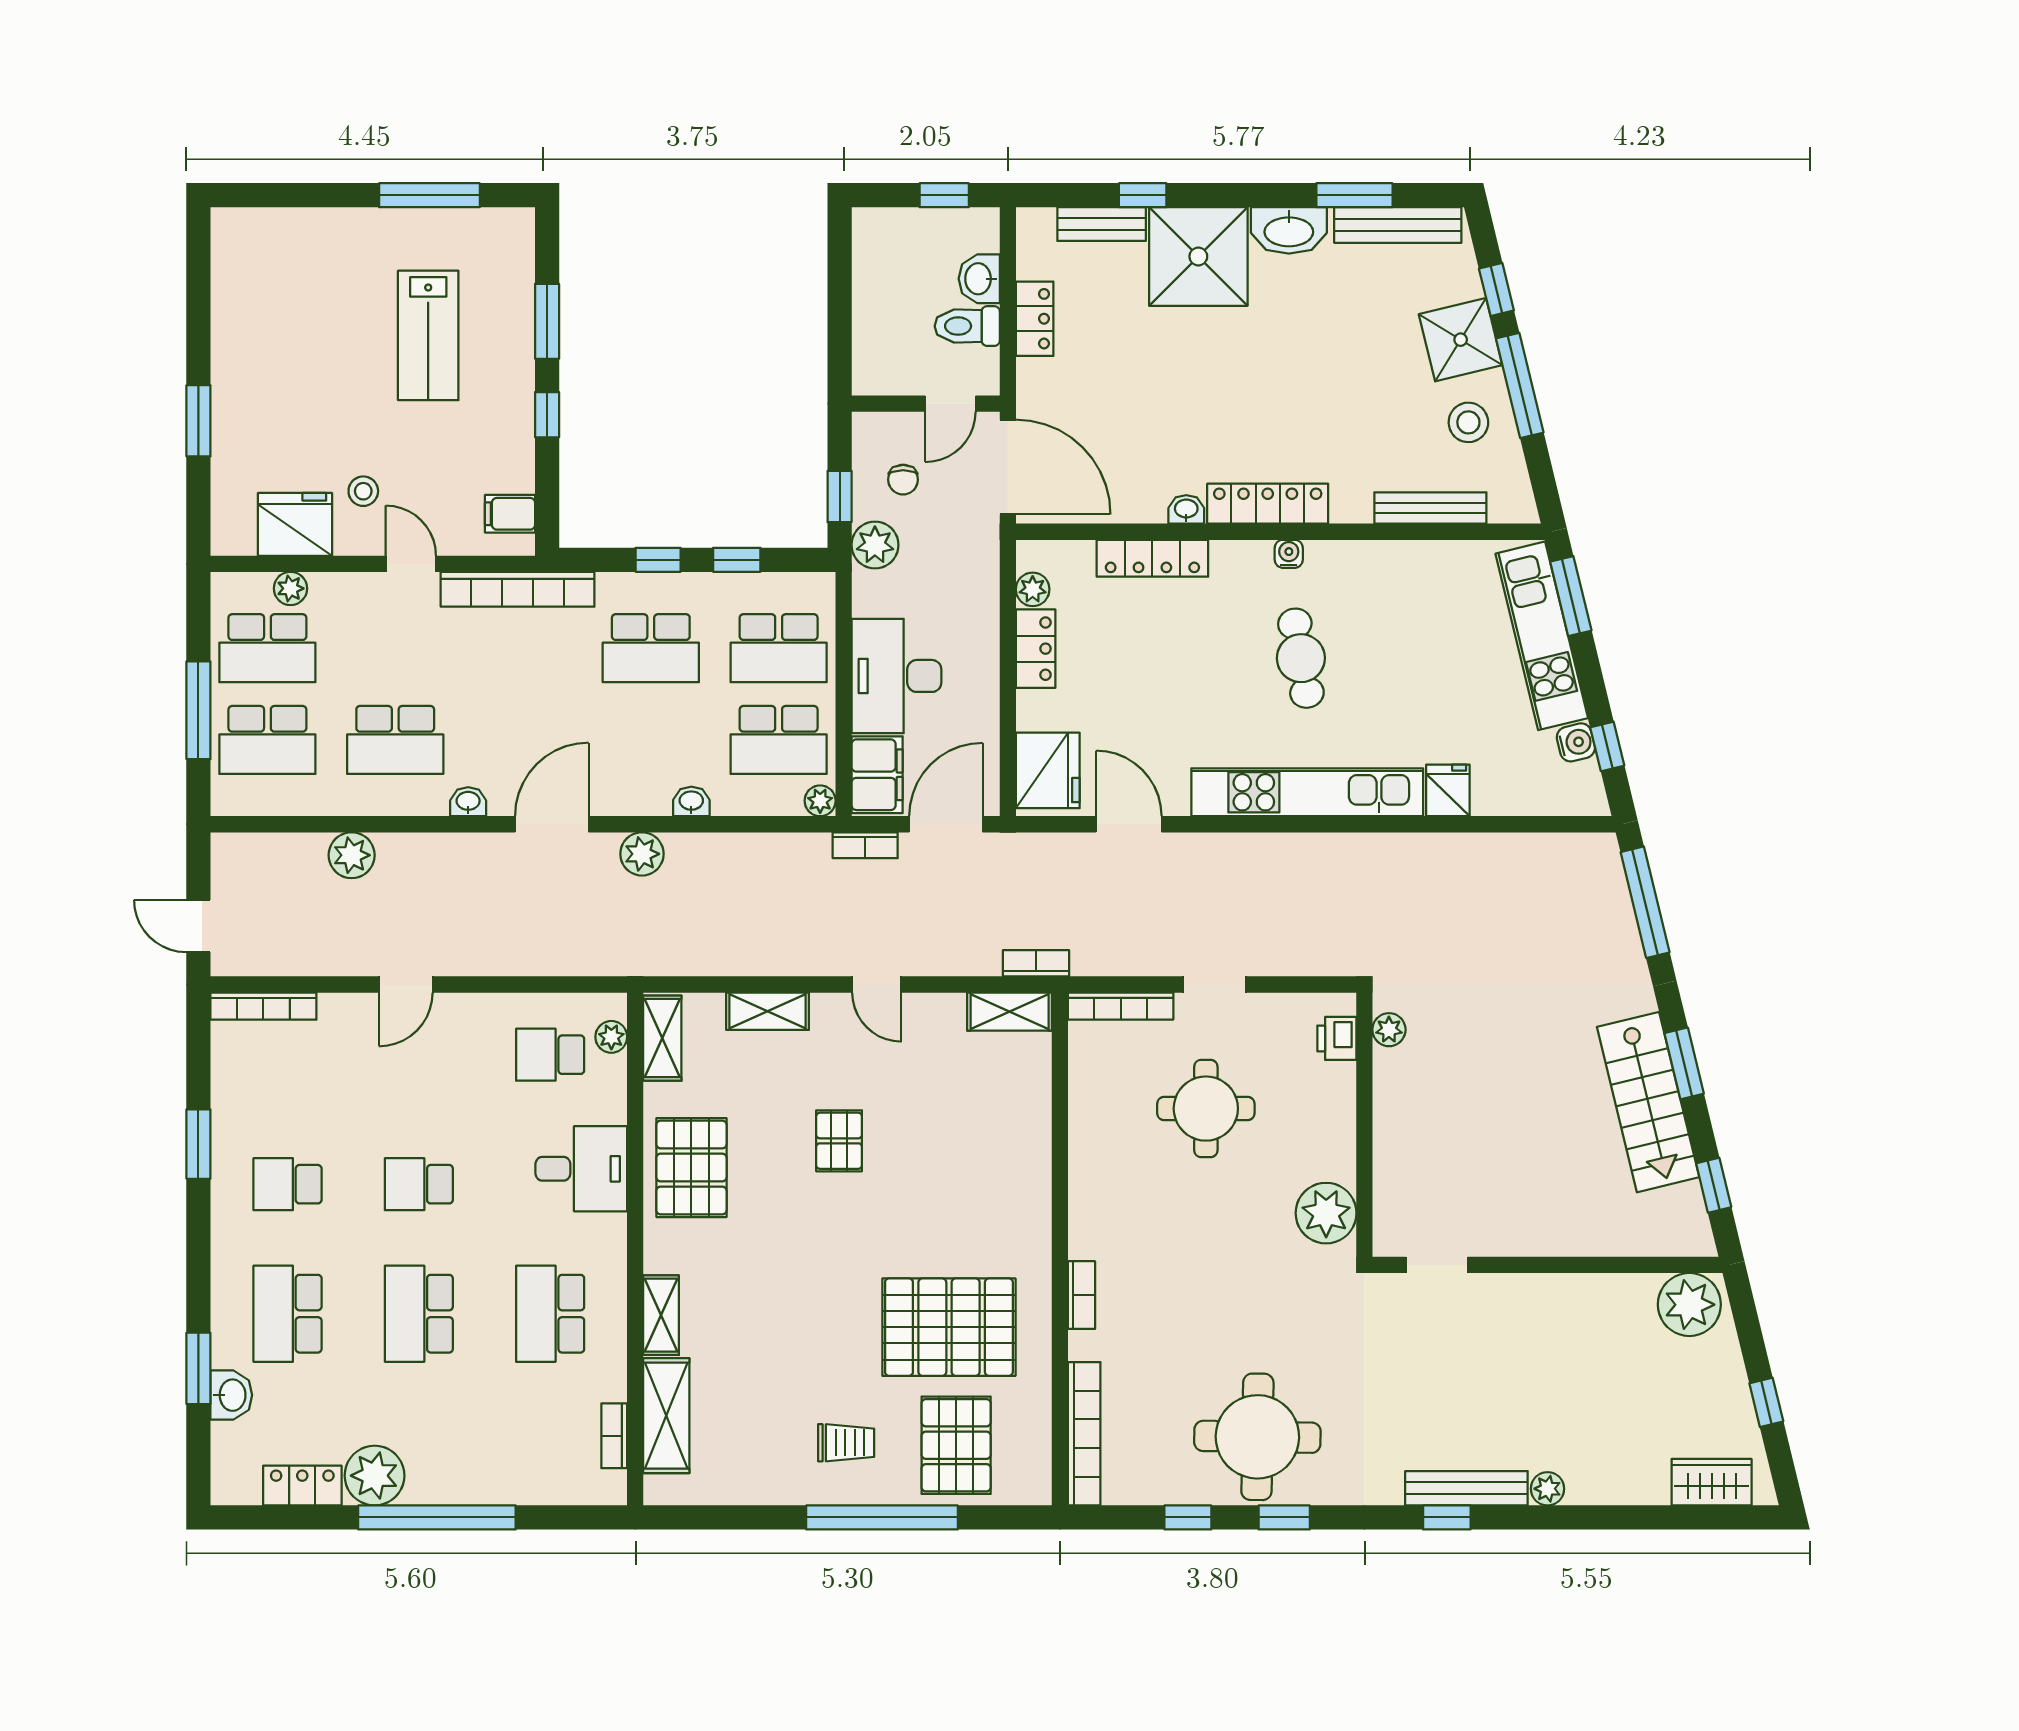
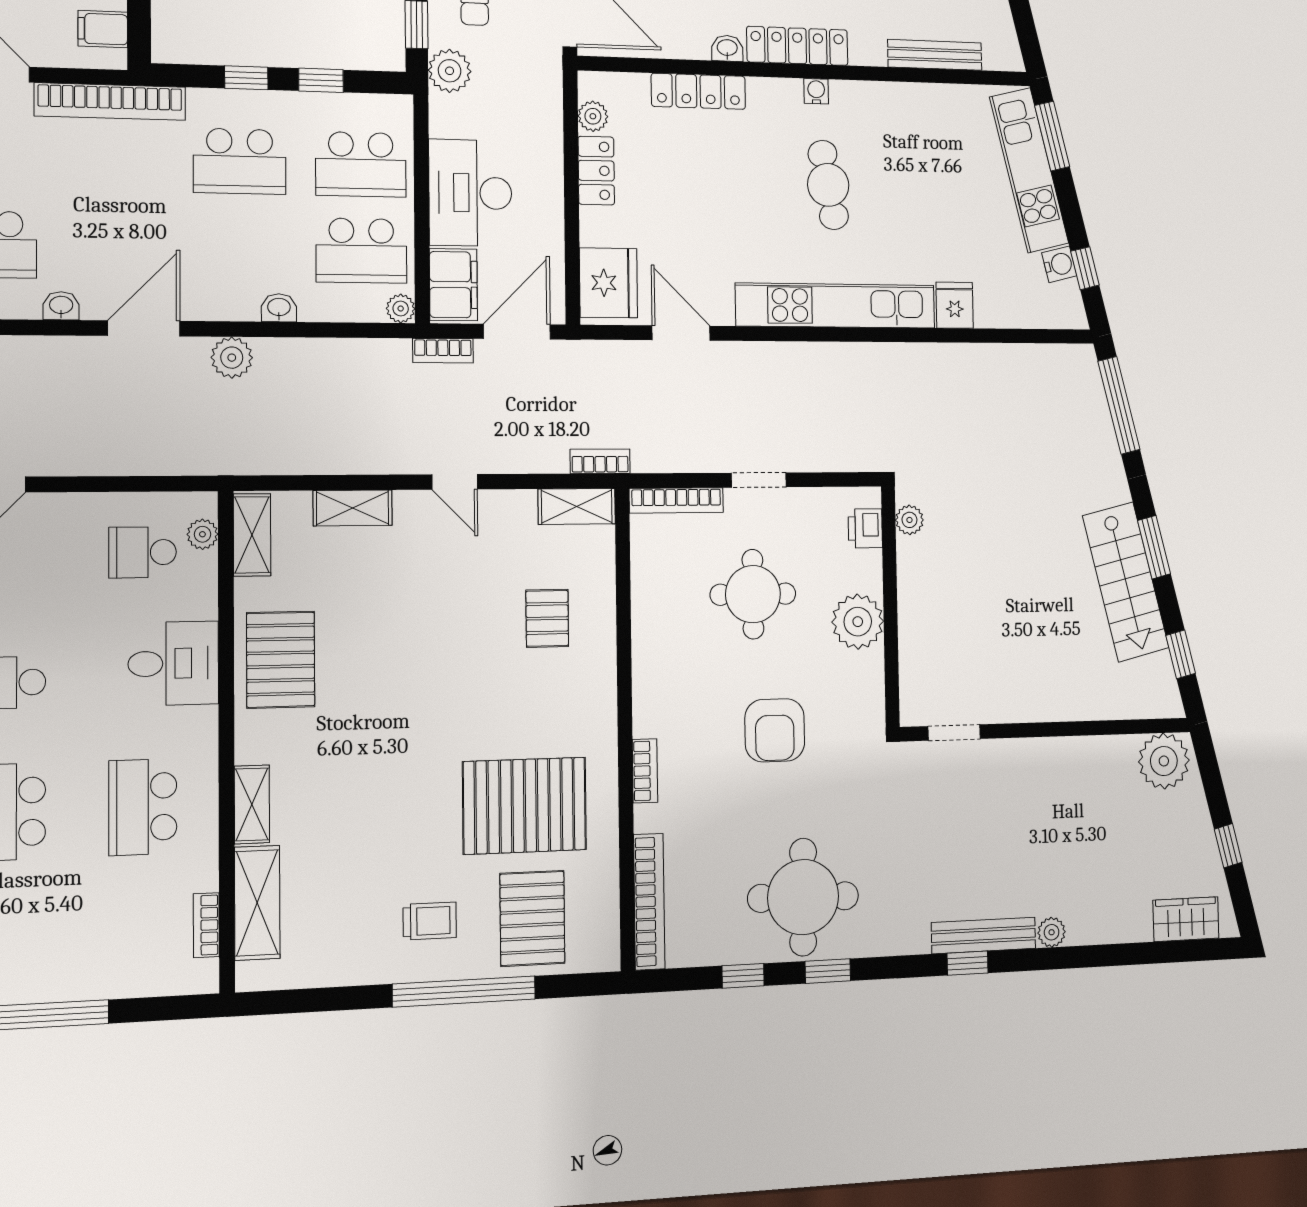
pallet: (839, 1141) -> (547, 618), moved
plant: (1326, 1213) -> (858, 622), moved
armchair: (1228, 1256) -> (775, 730), added

